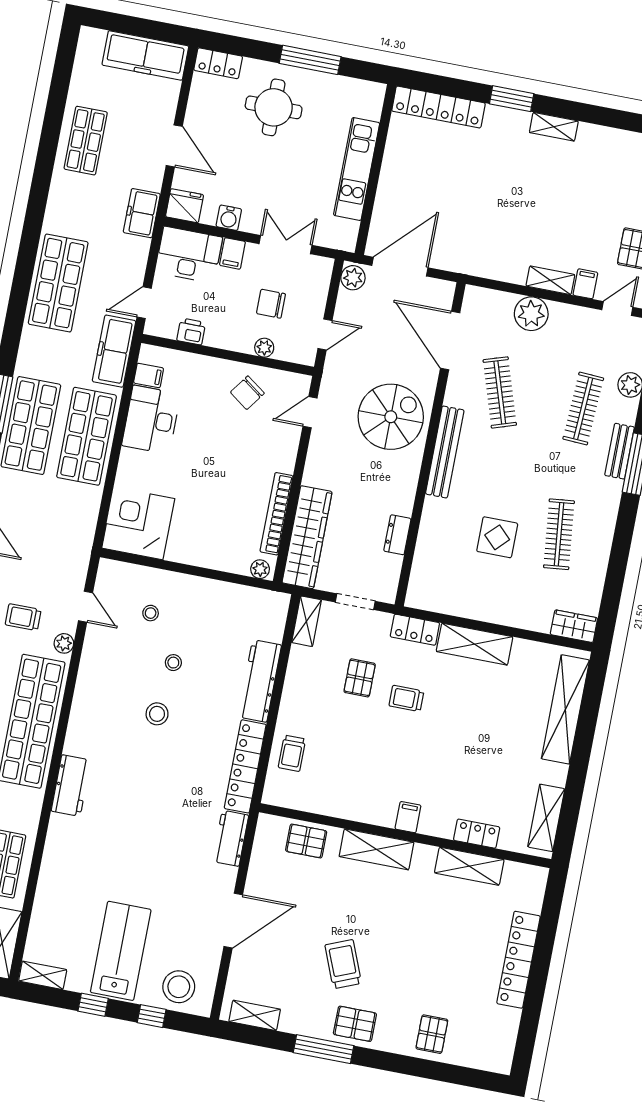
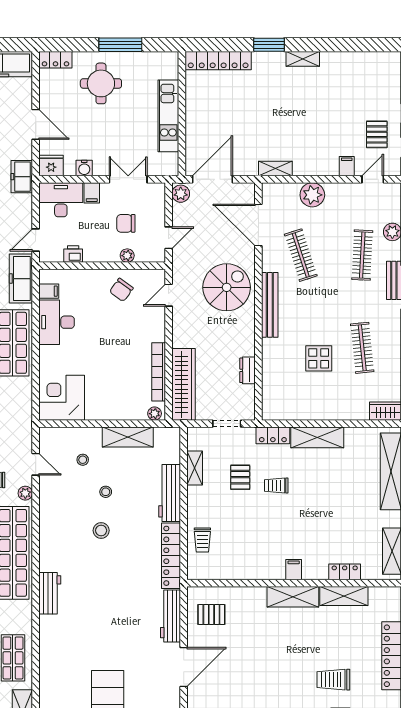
shelving: (550, 280) -> (275, 168), moved
shelving: (218, 594) -> (128, 437), added
shelving: (306, 621) -> (195, 468), moved
workbench: (231, 838) -> (170, 616), width x1.37
pallet: (306, 841) -> (211, 614), moved
shelving: (377, 849) -> (293, 597), moved
trolley: (343, 964) -> (333, 680), moved, turned -68

